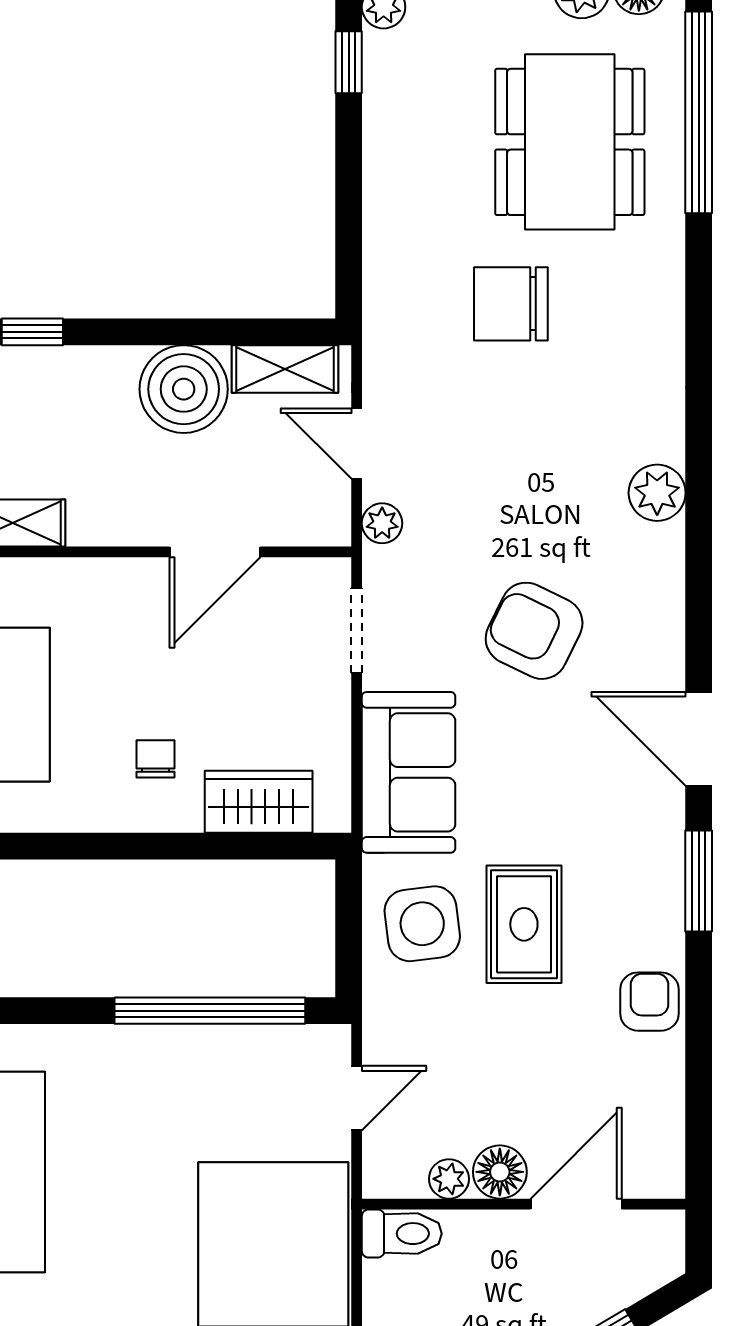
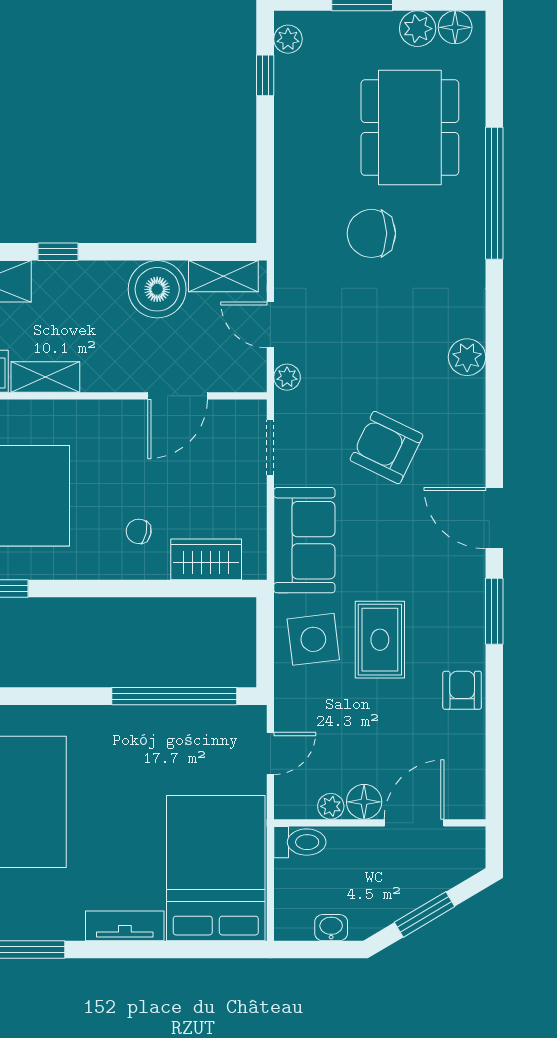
window: (699, 112) -> (494, 193), moved
chair: (156, 759) -> (139, 531), turned -78

